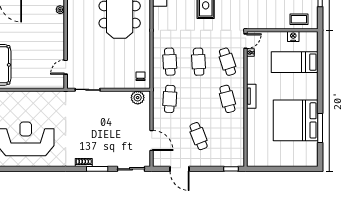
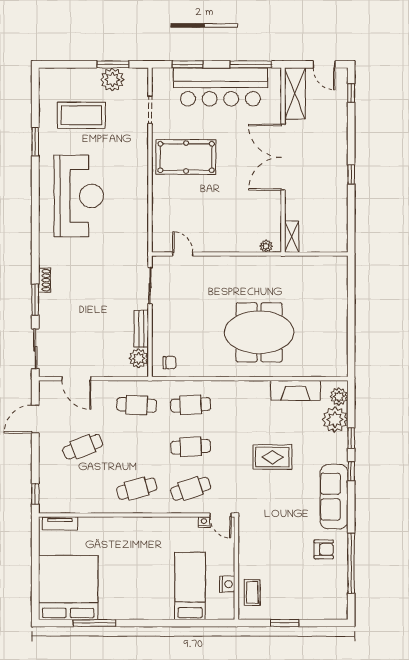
bench: (117, 96) -> (141, 329), added
tv unit: (251, 96) -> (60, 523), moved
bed: (296, 120) -> (68, 588), moved
door: (152, 140) -> (76, 379), hinge flipped

